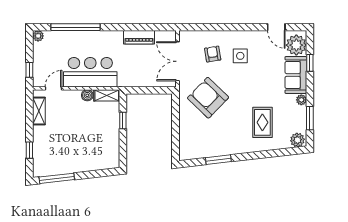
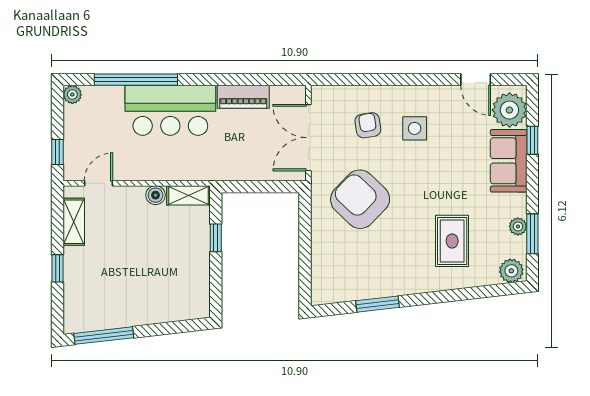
bar counter: (90, 72) -> (170, 110), moved, turned 180
plant: (301, 100) -> (518, 226), moved
window: (29, 150) -> (57, 268), moved

